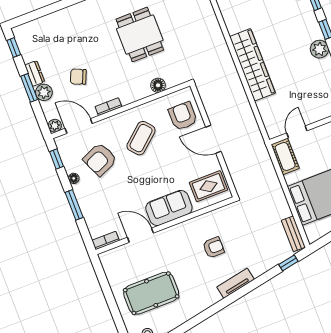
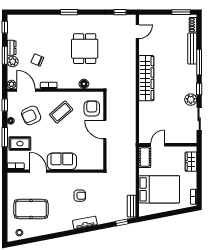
wardrobe: (252, 65) -> (146, 78), moved
rug: (208, 186) -> (20, 144), moved

